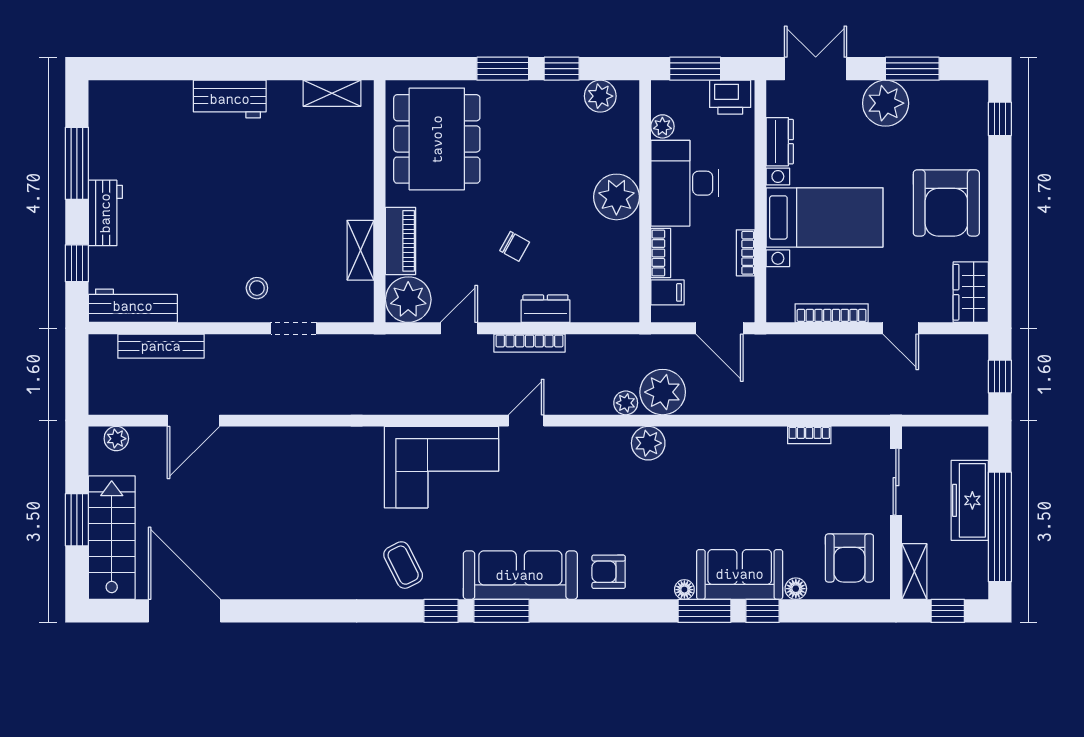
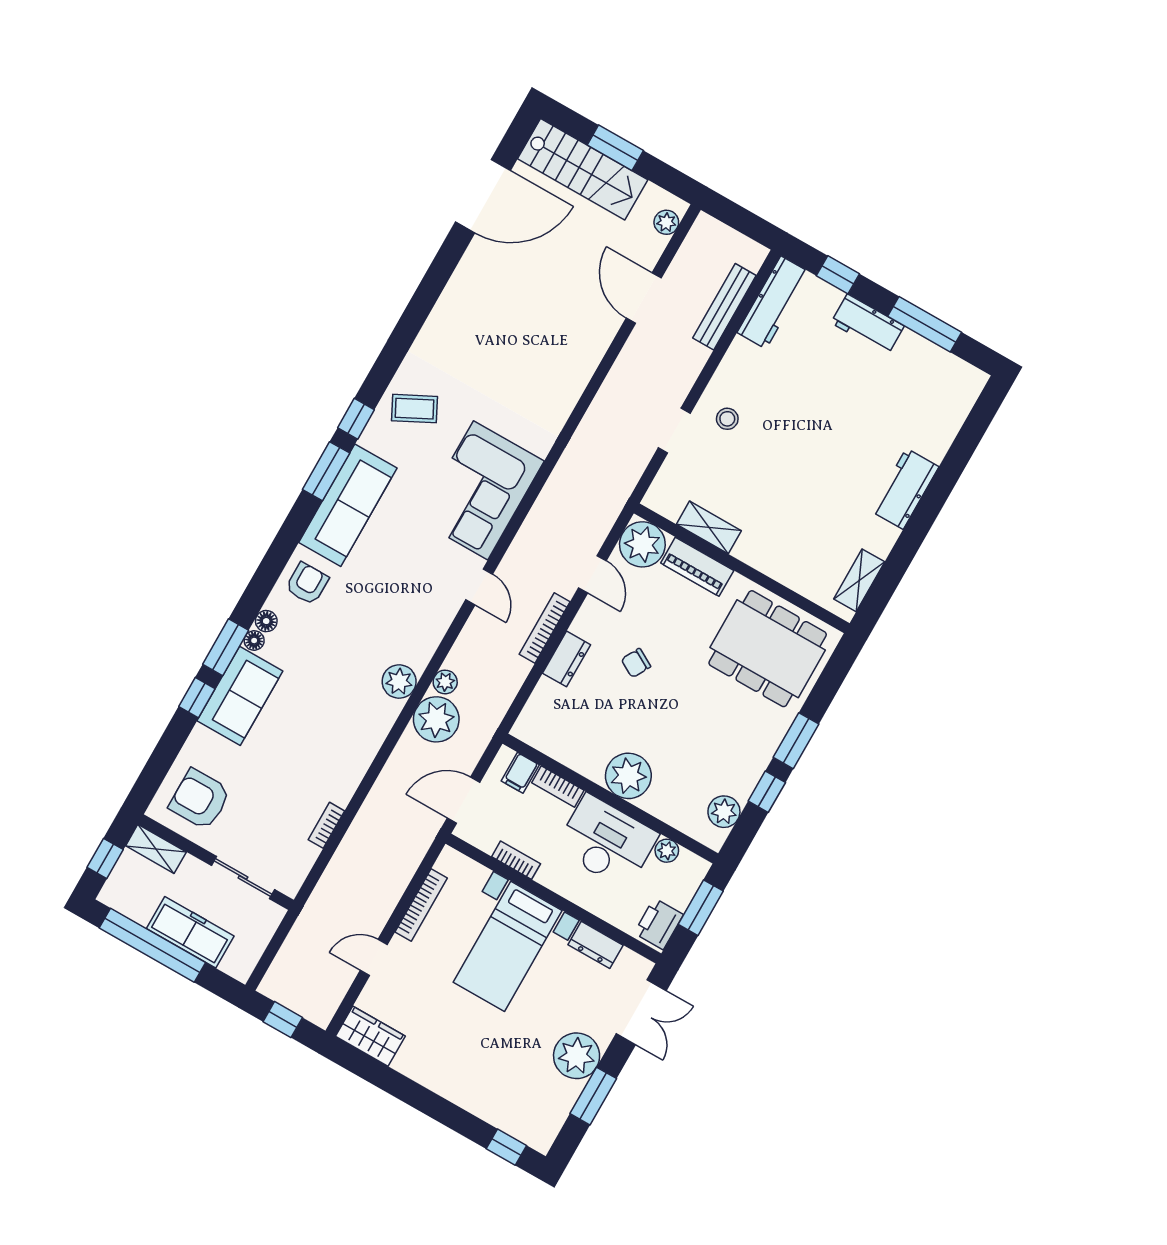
armchair: (946, 203) -> (460, 1059), removed
floor lamp: (796, 589) -> (266, 621), moved

